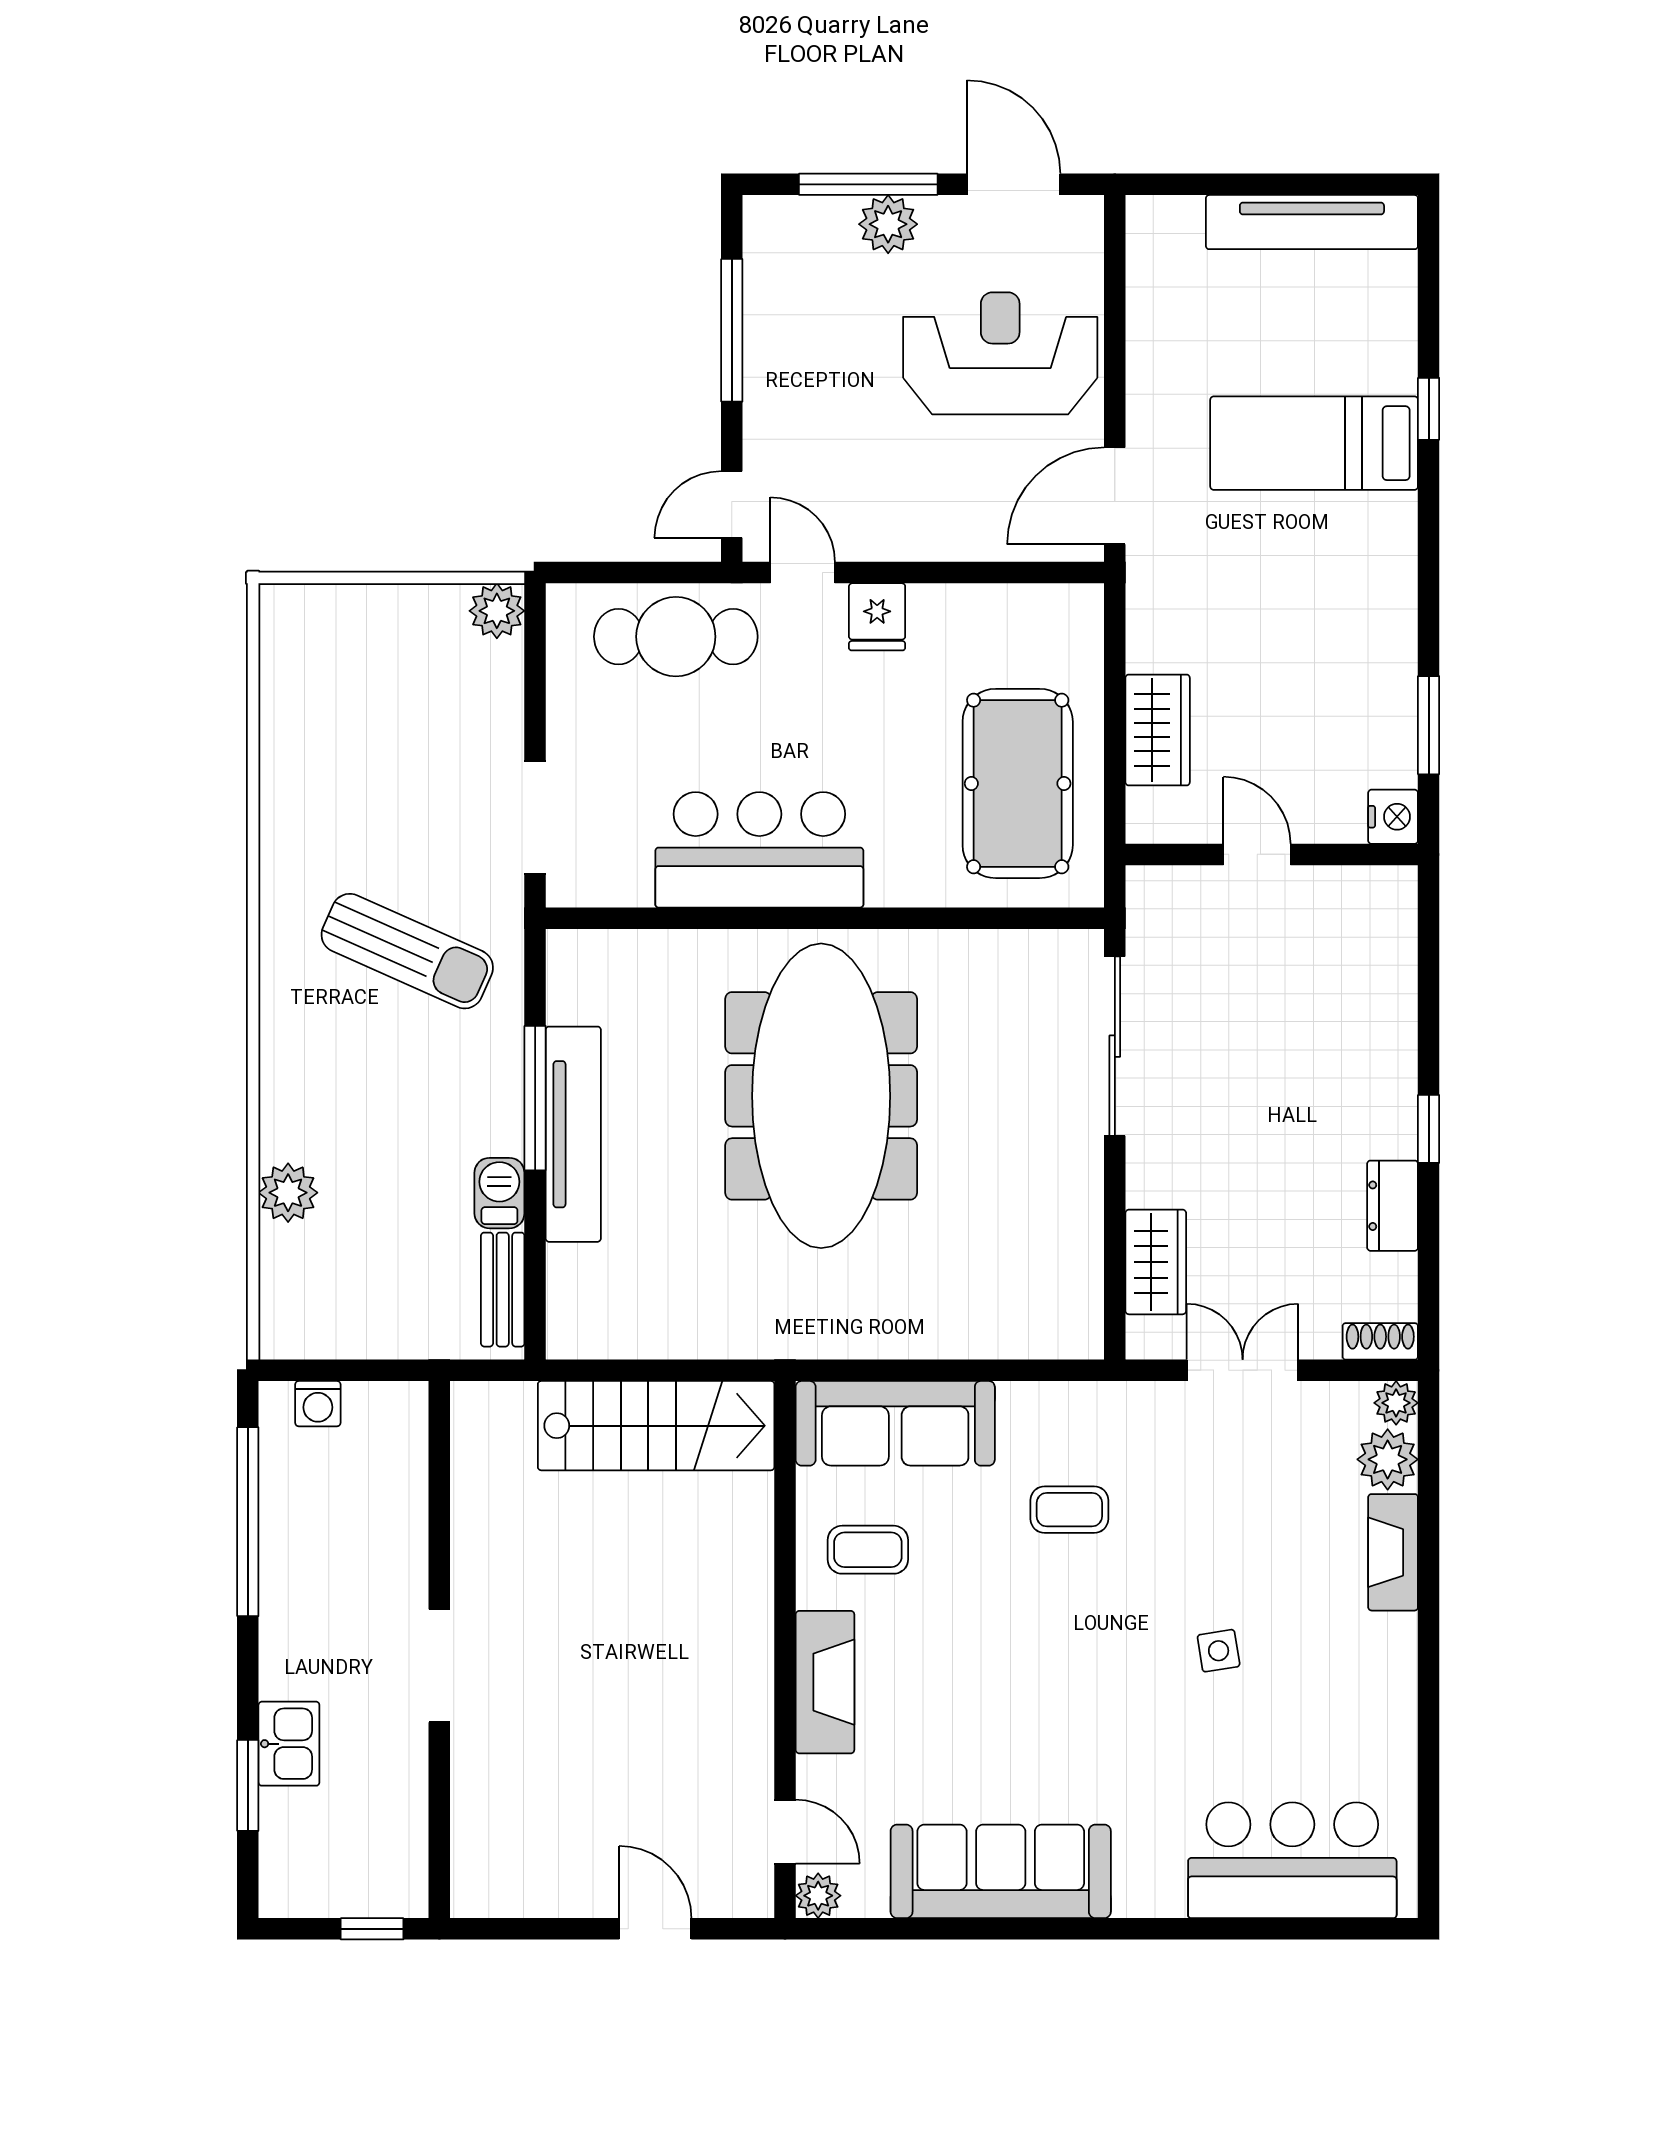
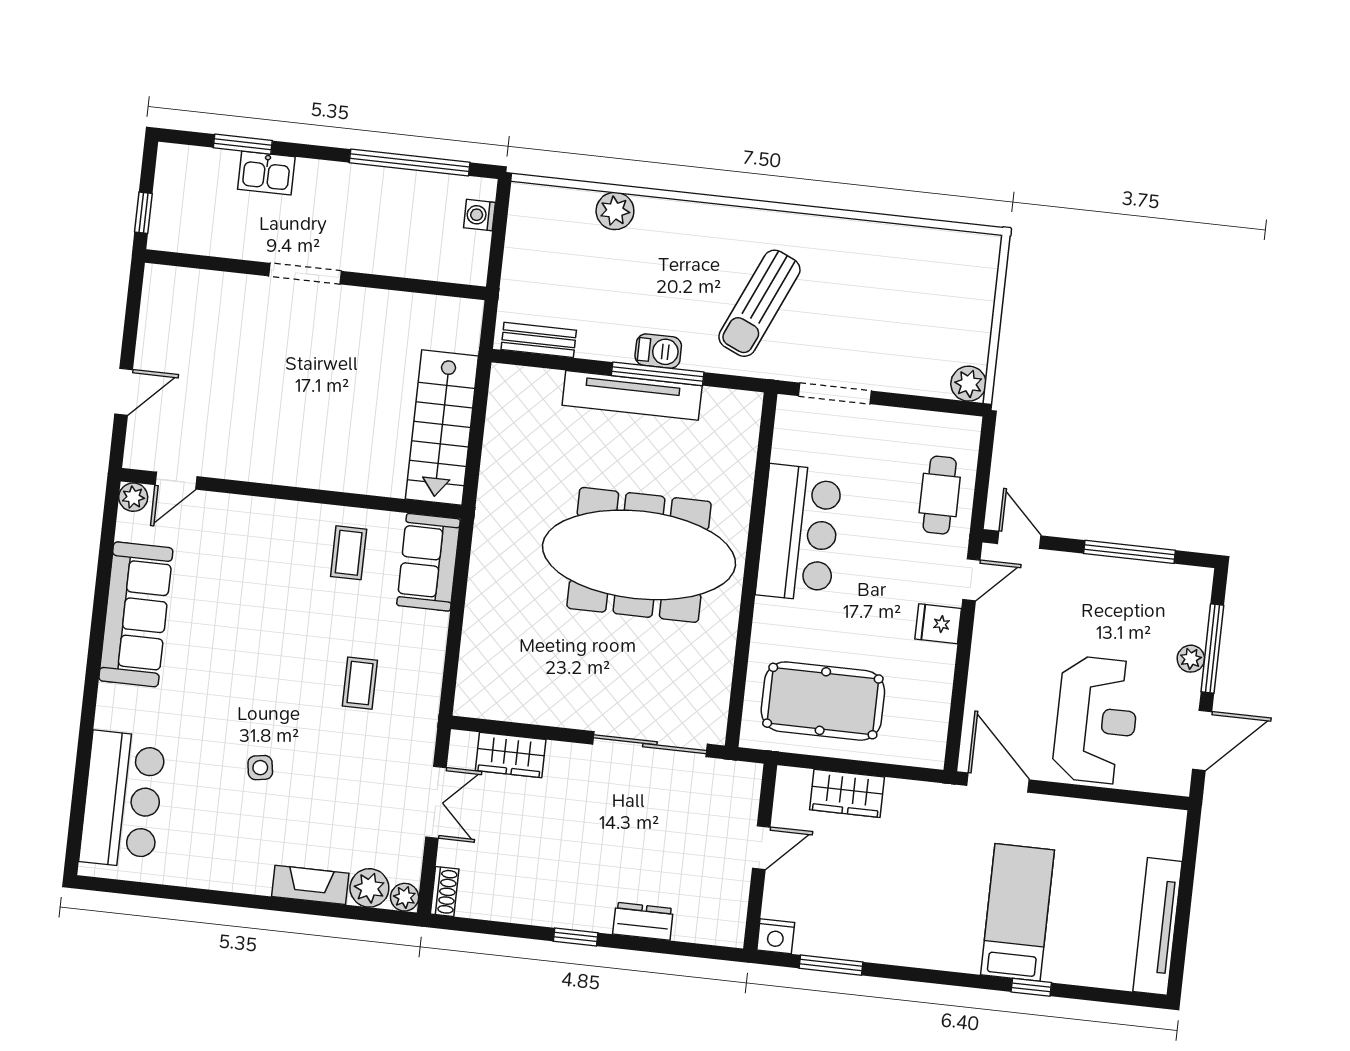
plant: (888, 224) -> (1191, 659), width x0.73, depth x0.73
cafe table: (676, 637) -> (940, 495), width x0.73, depth x0.74
barbecue: (499, 1193) -> (658, 351), moved
dresser: (1393, 1206) -> (643, 921), moved
sofa: (895, 1423) -> (429, 562), width x0.73
fireplace: (825, 1682) -> (268, 516), removed

